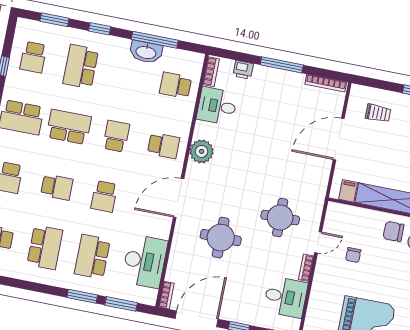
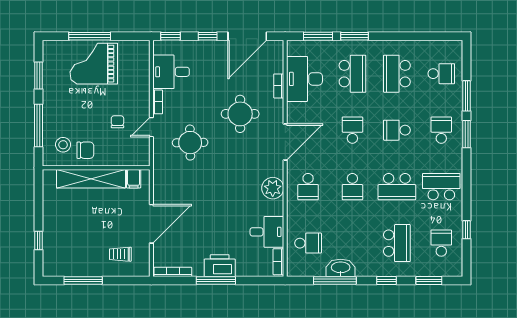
printer: (243, 70) -> (220, 266), moved, width x1.87, depth x1.48
school desk: (164, 146) -> (308, 187), turned -90
bookcase: (166, 295) -> (279, 86), moved

